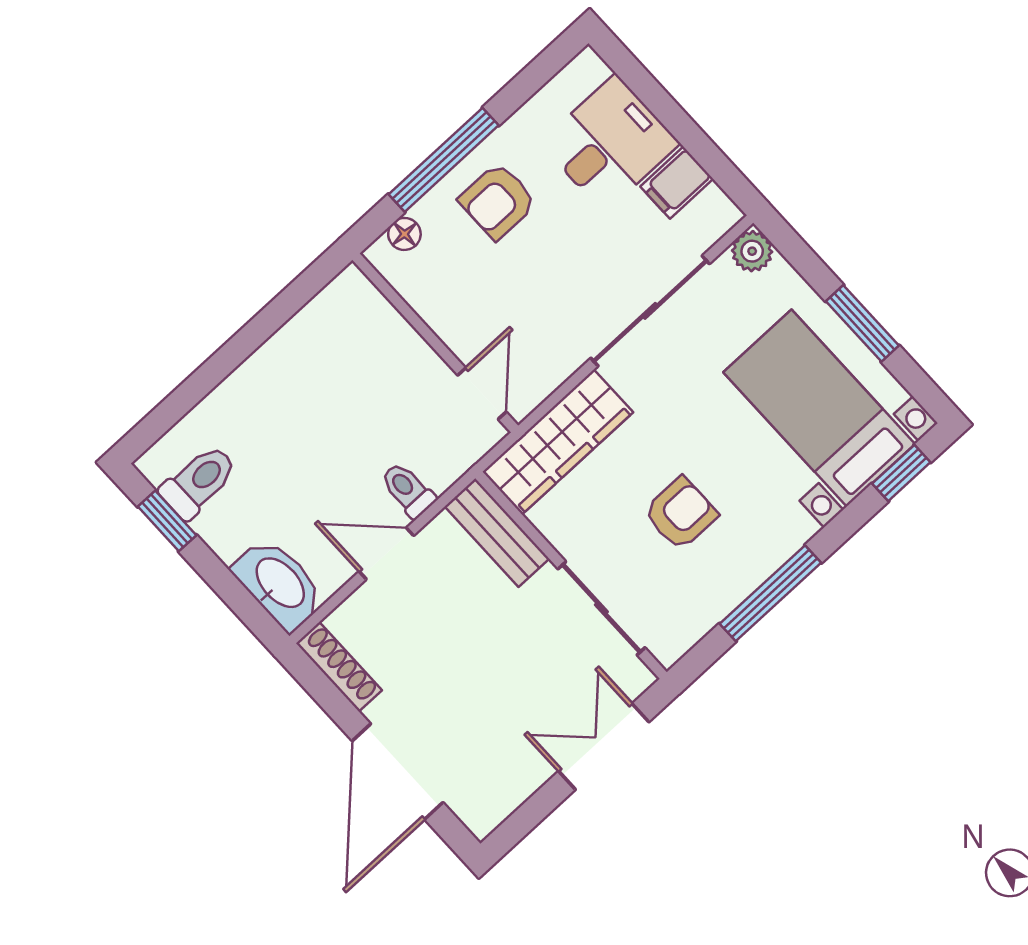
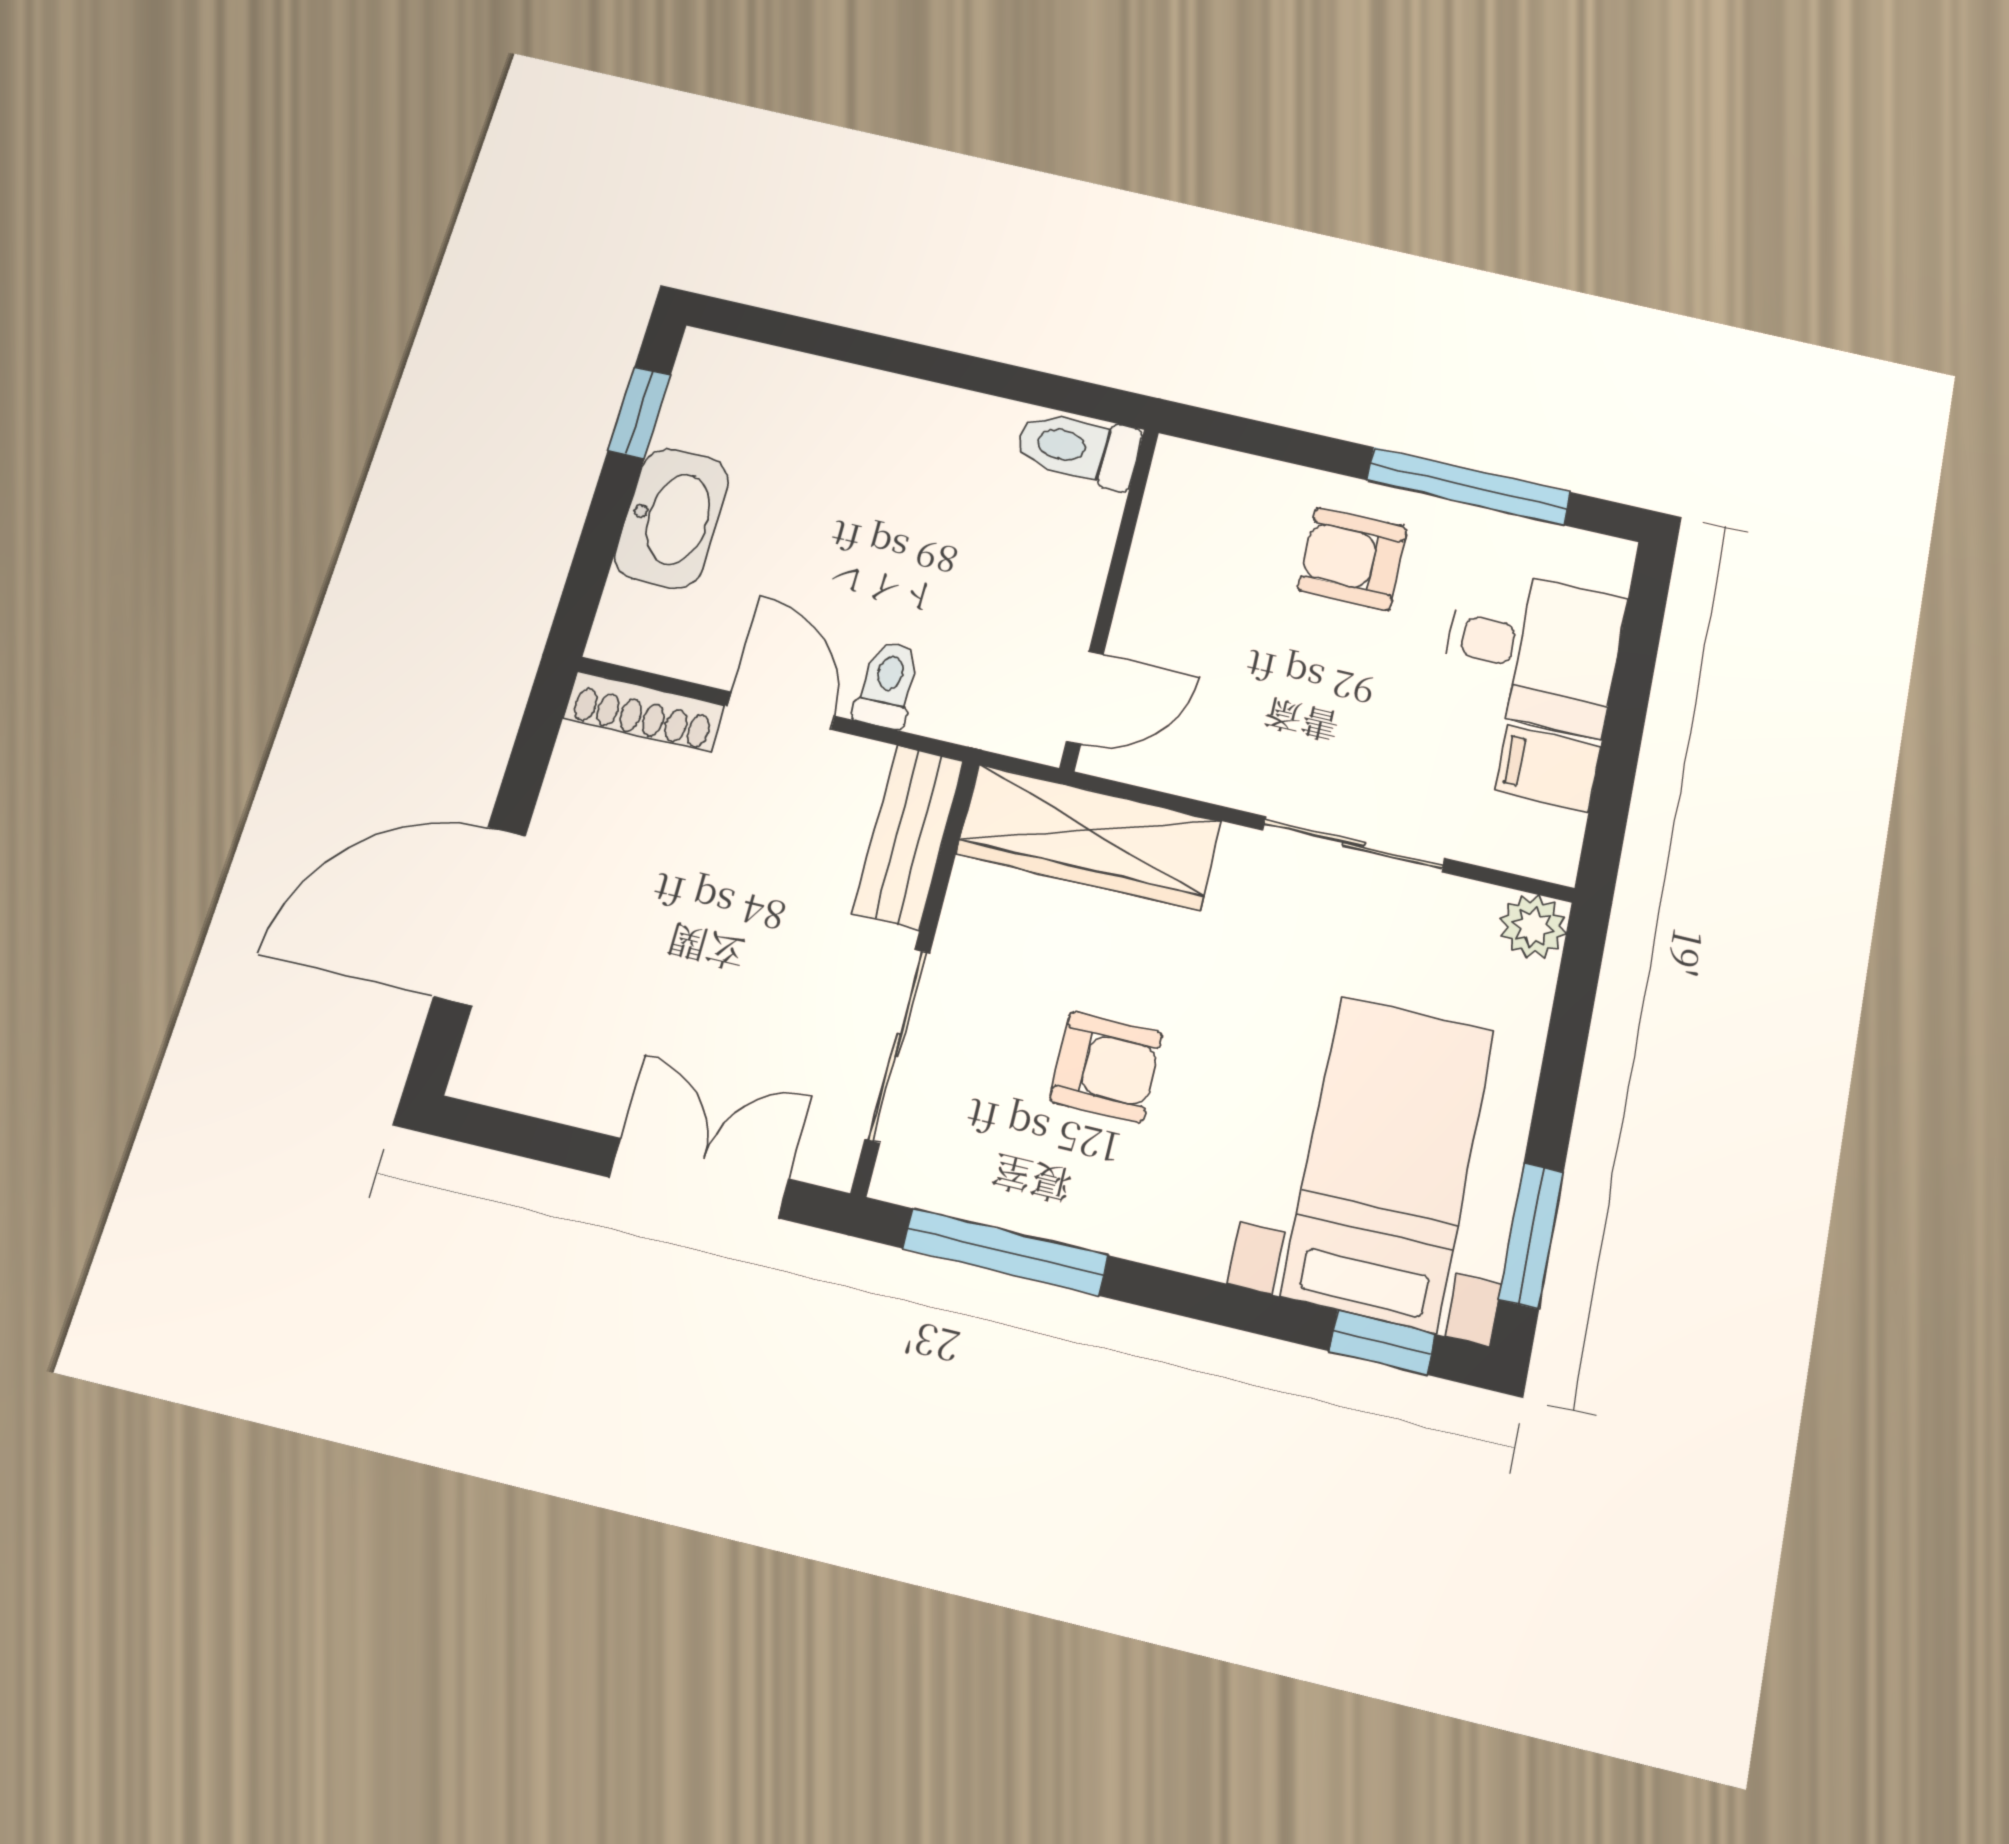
window: (444, 160) -> (1469, 486), moved
floor lamp: (404, 234) -> (1224, 472), removed
sliding door: (650, 311) -> (1353, 844), width x0.73
window: (862, 323) -> (1531, 1235), moved
toilet: (199, 482) -> (1078, 448), moved, turned 180
washbasin: (279, 584) -> (672, 518), moved
window: (770, 593) -> (1005, 1252), moved
shoe rack: (339, 667) -> (644, 711), moved, turned 90

